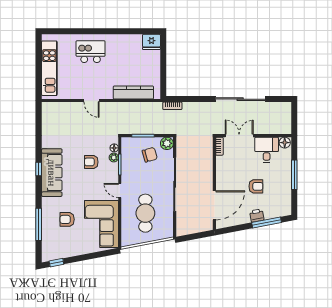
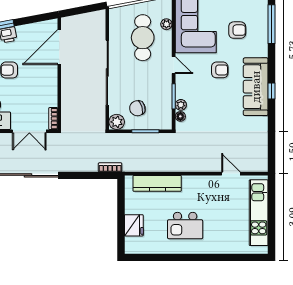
fridge: (151, 42) -> (134, 225), moved, turned 90
kitchen island: (91, 52) -> (185, 226), moved
door: (92, 101) -> (231, 174), moved
armchair: (91, 162) -> (220, 70), moved
plant: (126, 224) -> (166, 24), added

